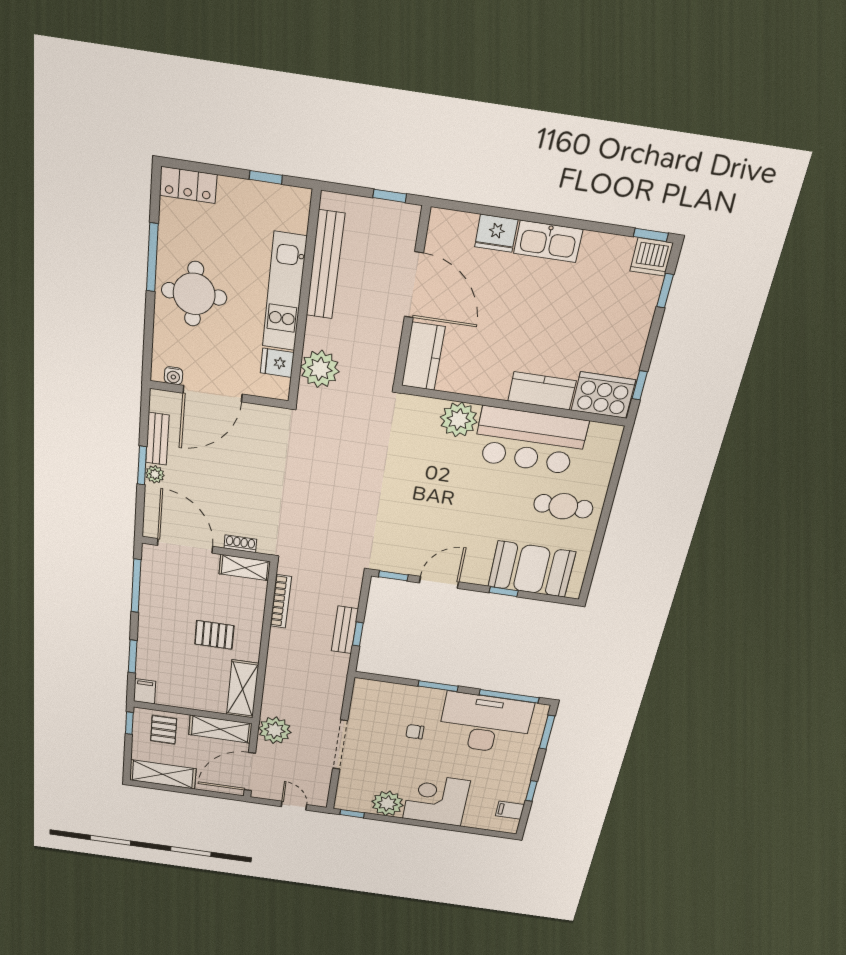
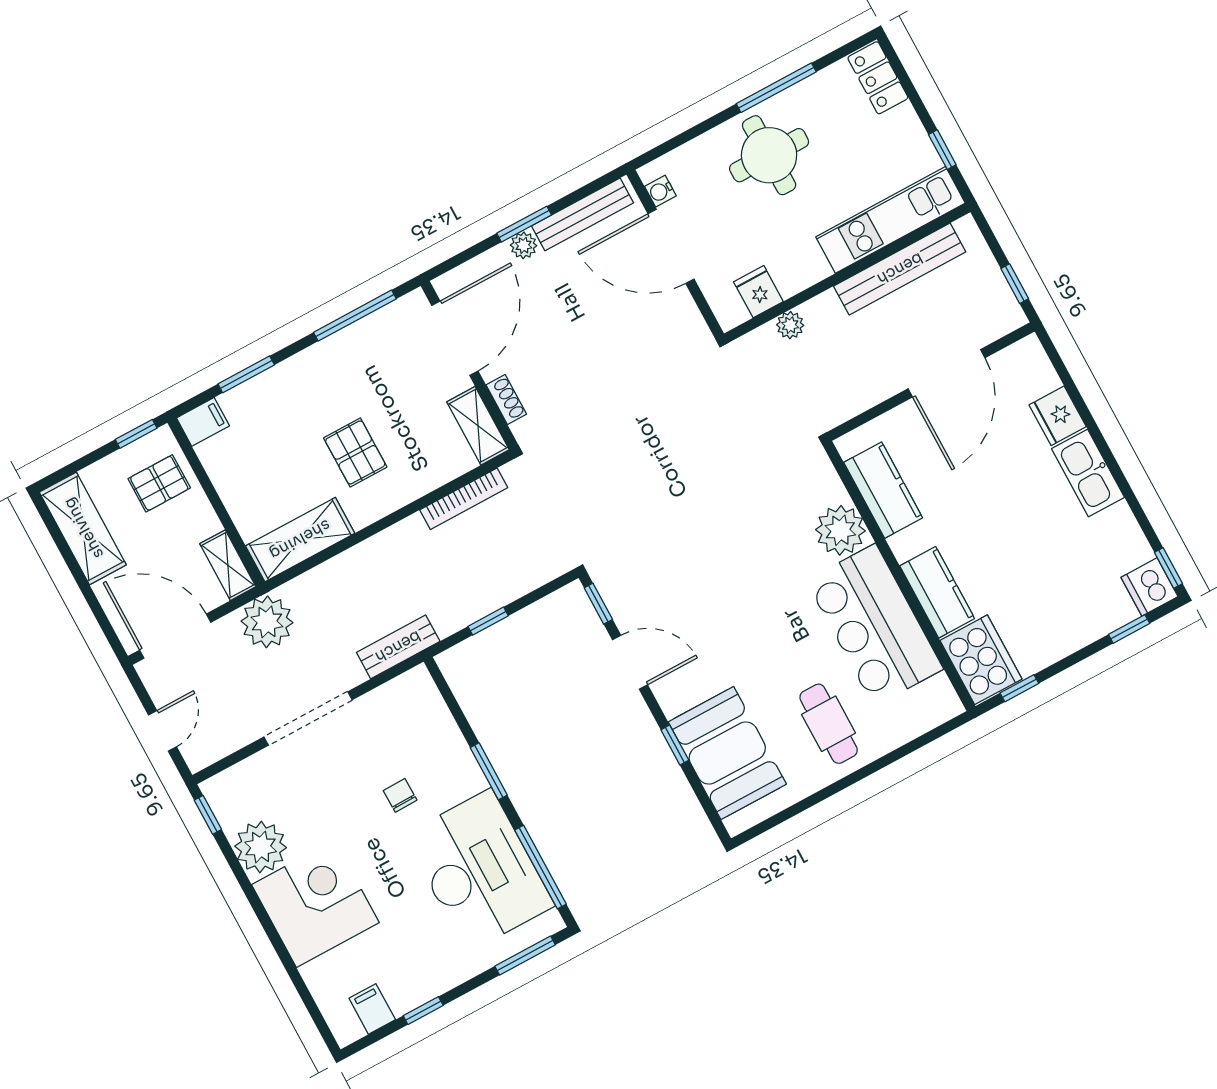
kitchen unit: (284, 292) -> (891, 220), moved
kitchen counter: (423, 356) -> (883, 490), moved, turned -90
plant: (320, 369) -> (790, 325), width x0.53, depth x0.53
bench: (157, 439) -> (583, 214), width x1.36
bench: (345, 630) -> (398, 647), moved
shelving: (220, 729) -> (228, 565), width x0.67, depth x0.75

